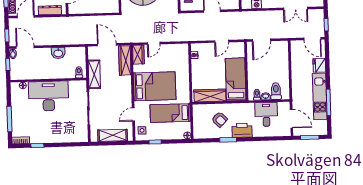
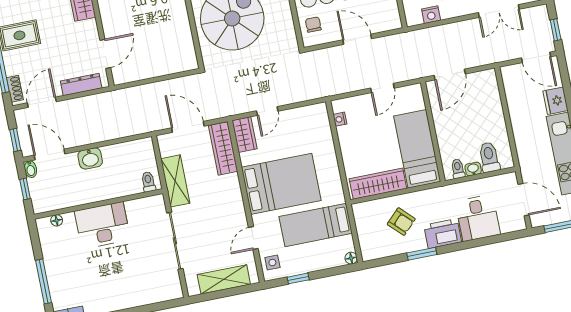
washbasin: (58, 53) -> (90, 158), moved
desk: (49, 96) -> (102, 225), width x0.73, depth x0.77
desk: (266, 114) -> (478, 218), moved, turned 180

